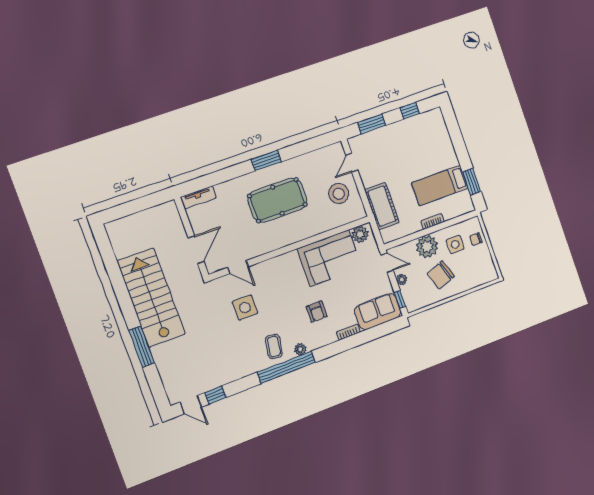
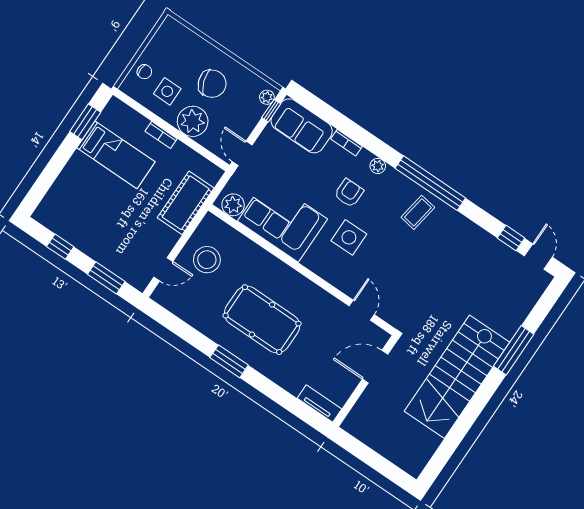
plant: (402, 280) -> (267, 97), moved
side table: (245, 308) -> (349, 237), moved
plant: (300, 349) -> (378, 166), moved

